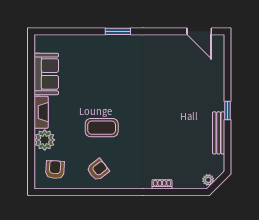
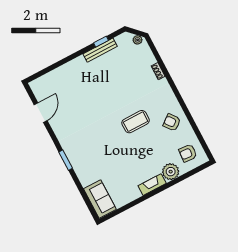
door: (199, 31) -> (41, 113), moved
sofa: (46, 74) -> (100, 199), moved, turned 90
window: (227, 110) -> (101, 42), moved
coffee table: (102, 128) -> (136, 122), moved, turned 90

